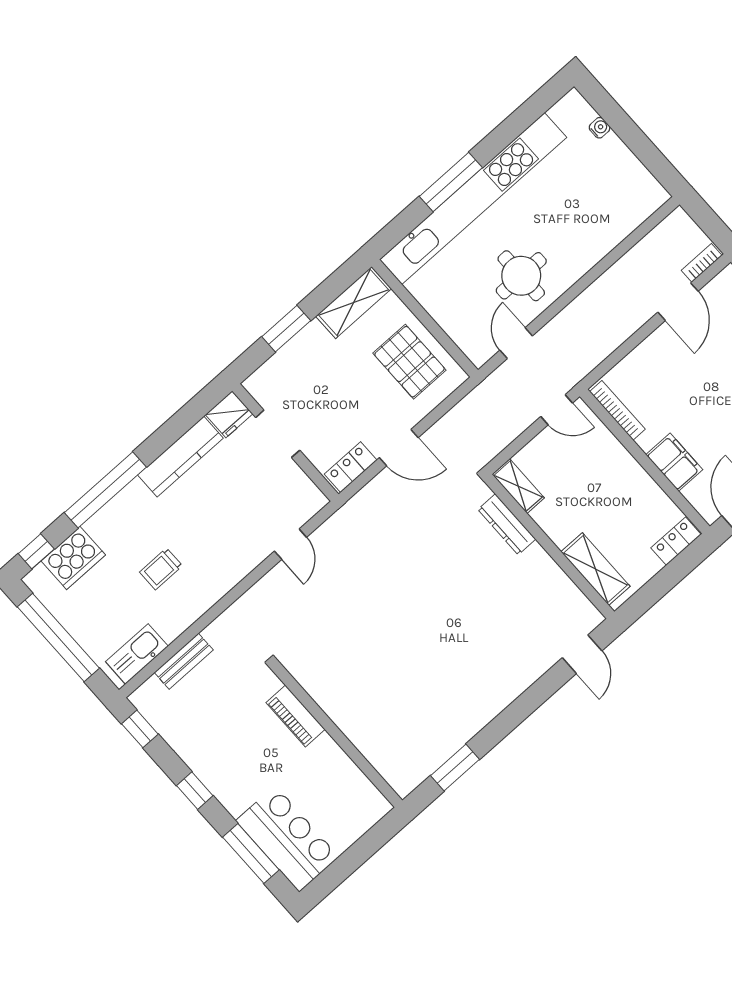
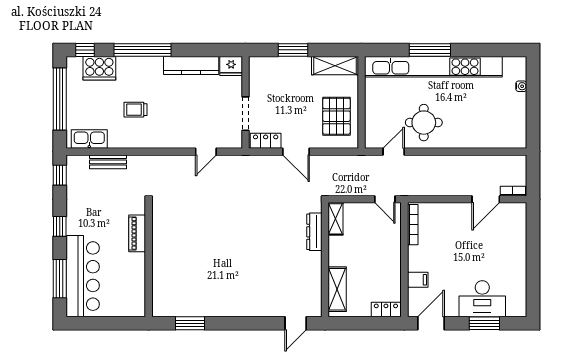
doorway: (278, 434) -> (246, 114), moved
filing cabinet: (674, 462) -> (418, 280), width x0.50
bar counter: (287, 839) -> (83, 276), width x1.36

